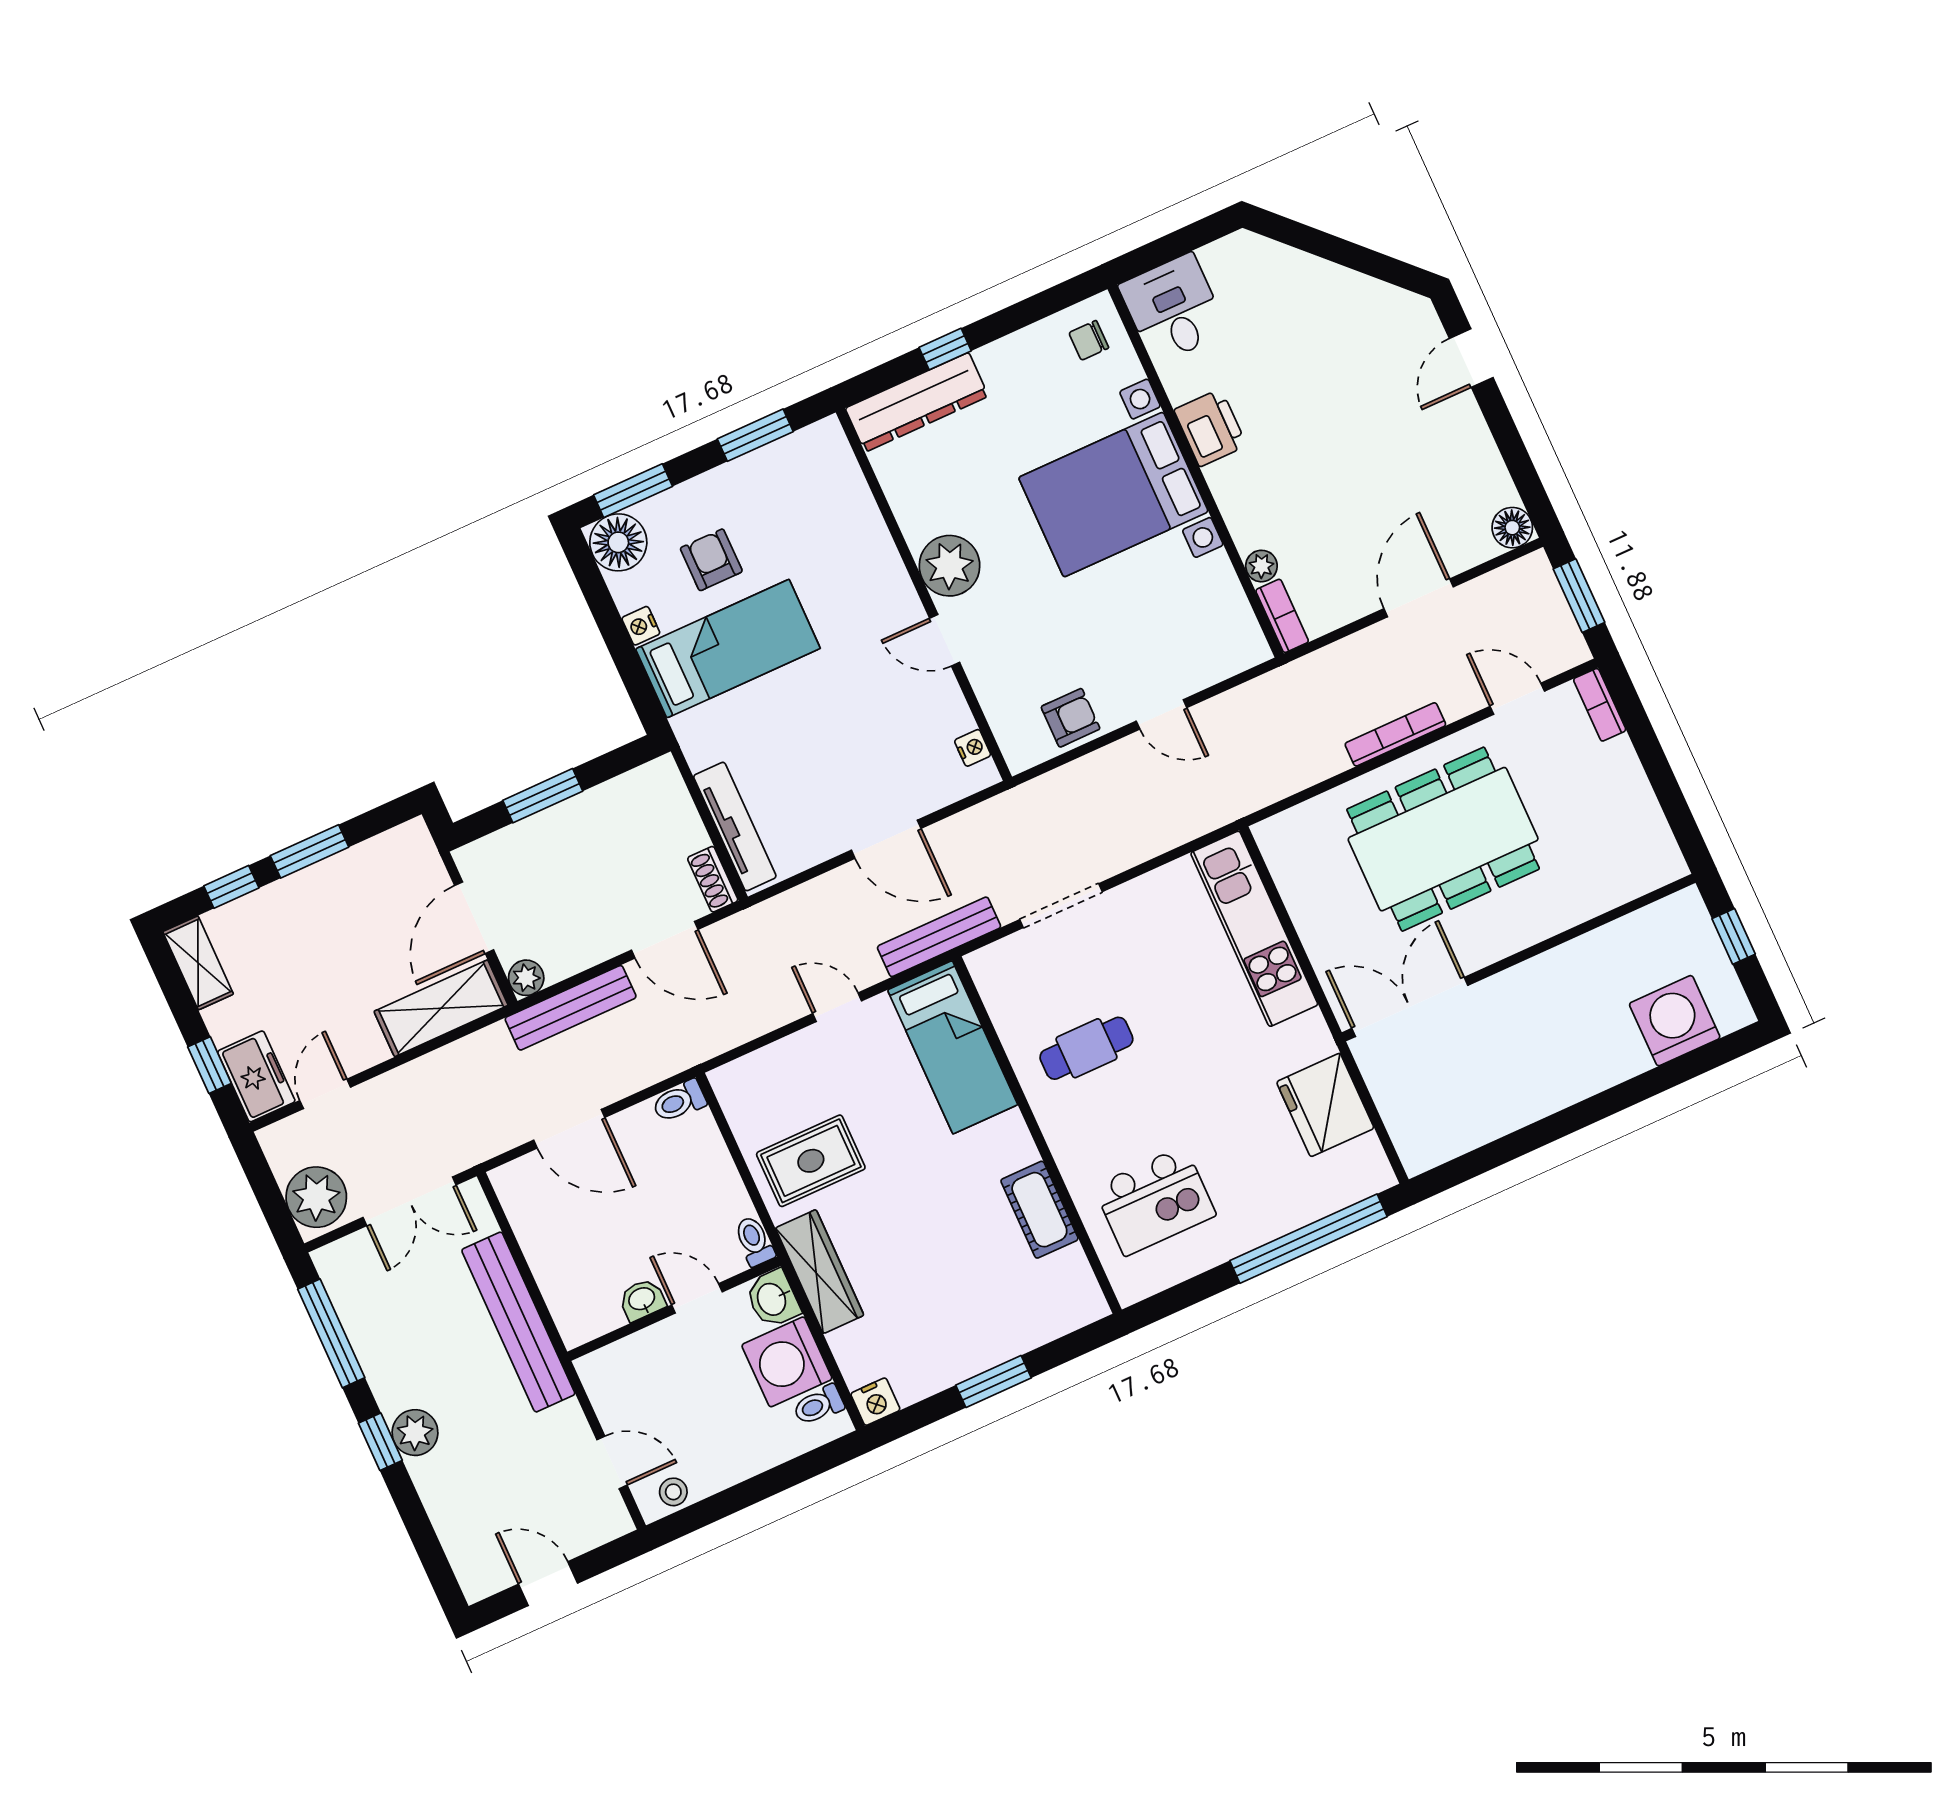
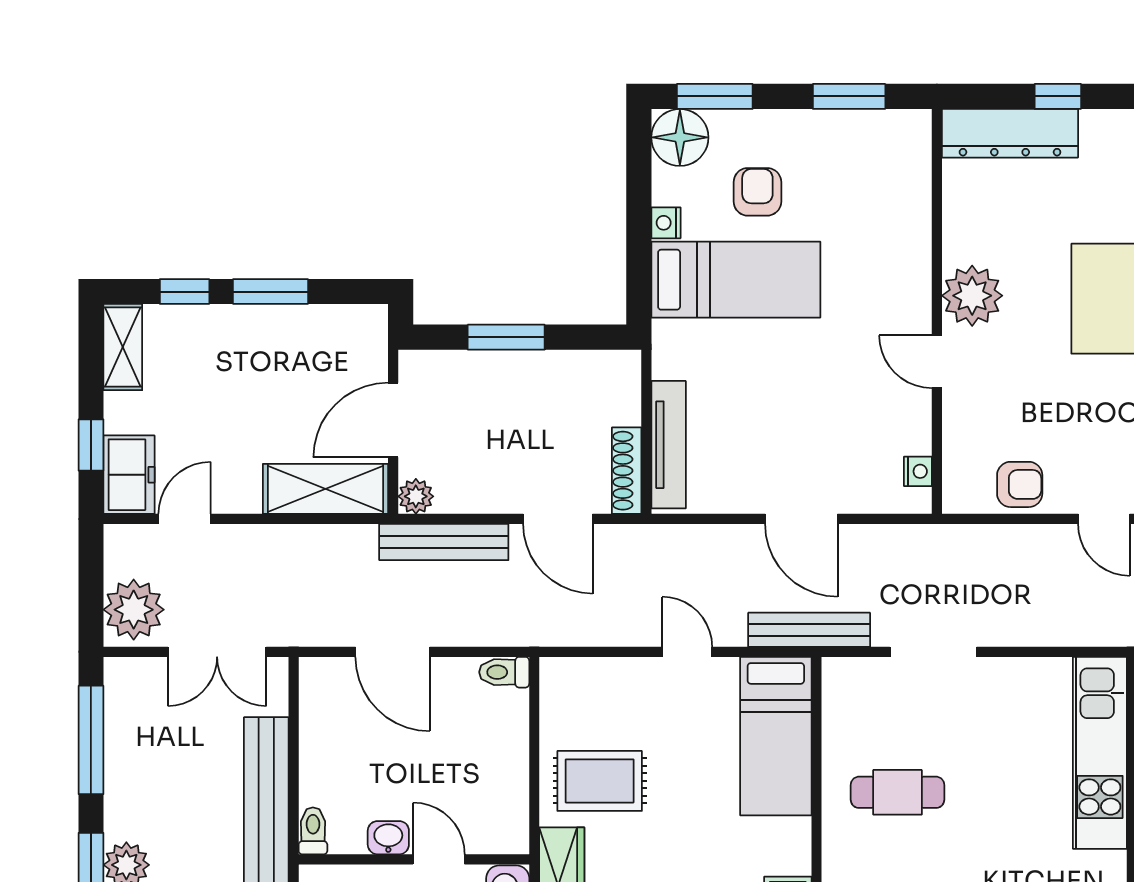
shoe rack: (713, 879) -> (627, 471), width x1.43
toilet: (754, 1241) -> (313, 831), moved

